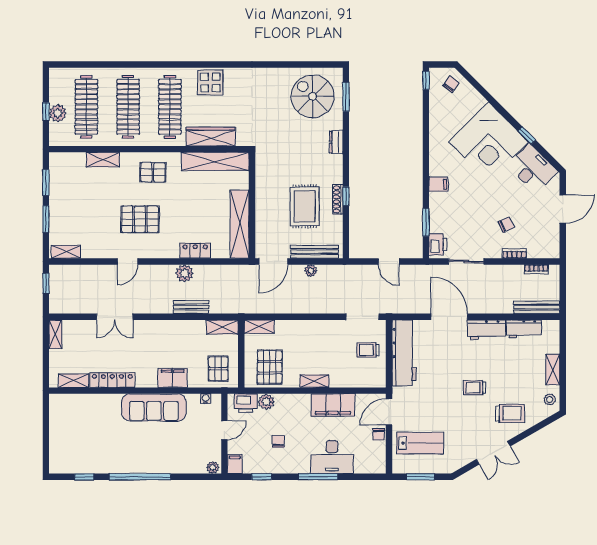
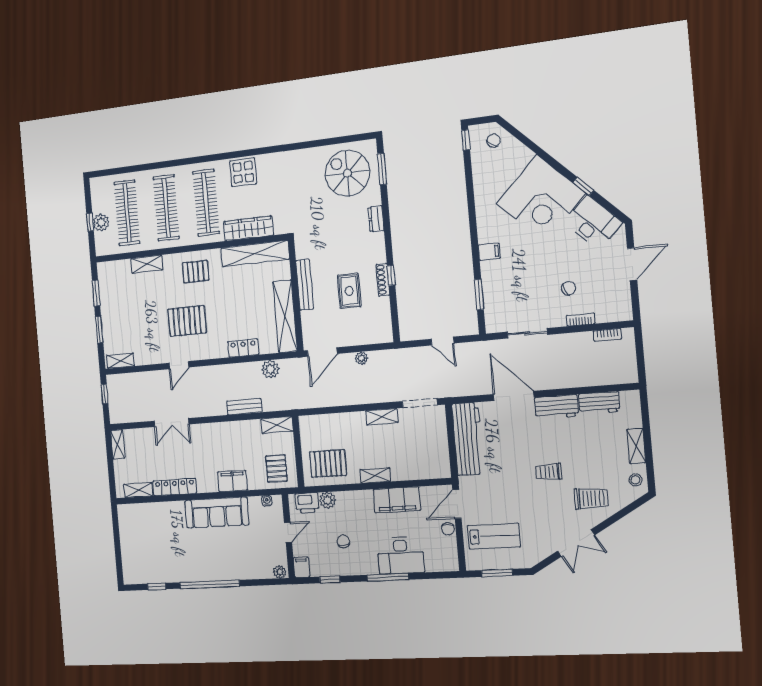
rug: (305, 206) -> (349, 291), width x0.73, depth x0.70
printer: (438, 244) -> (494, 317), removed
bench: (314, 252) -> (305, 285), moved, turned 90
plant: (185, 273) -> (270, 369), moved
bench: (537, 307) -> (611, 377), removed
shelving: (259, 327) -> (382, 417), moved
trolley: (368, 350) -> (429, 438), removed
pallet: (270, 367) -> (328, 464), turned 90

